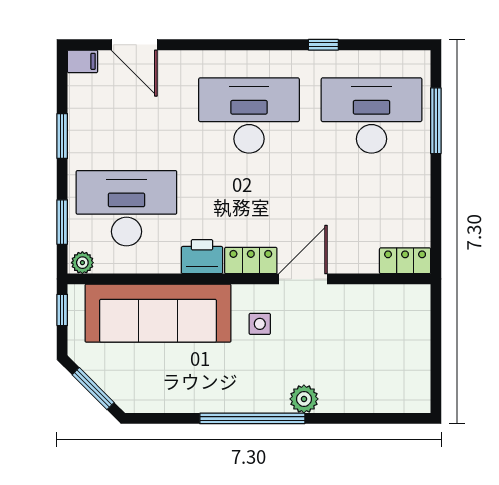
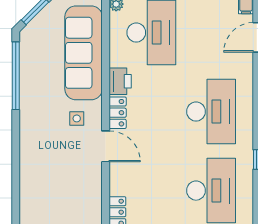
plant: (304, 399) -> (28, 147), removed
window: (252, 418) -> (16, 76), moved

